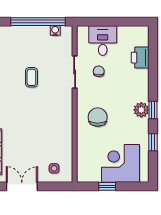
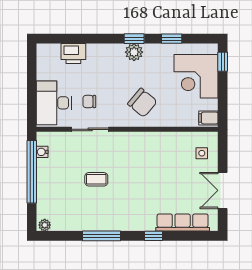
desk: (103, 41) -> (54, 103), width x1.37
chair: (98, 117) -> (142, 103), turned -140
filing cabinet: (84, 174) -> (208, 118), added
window: (107, 186) -> (223, 62), moved

